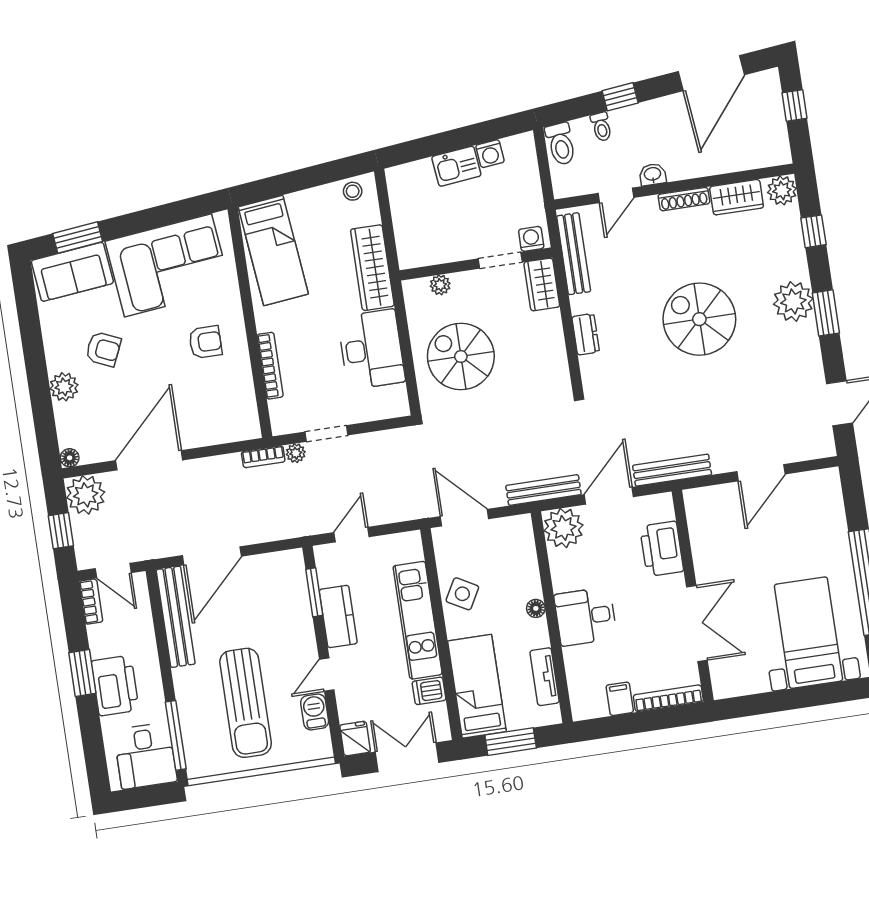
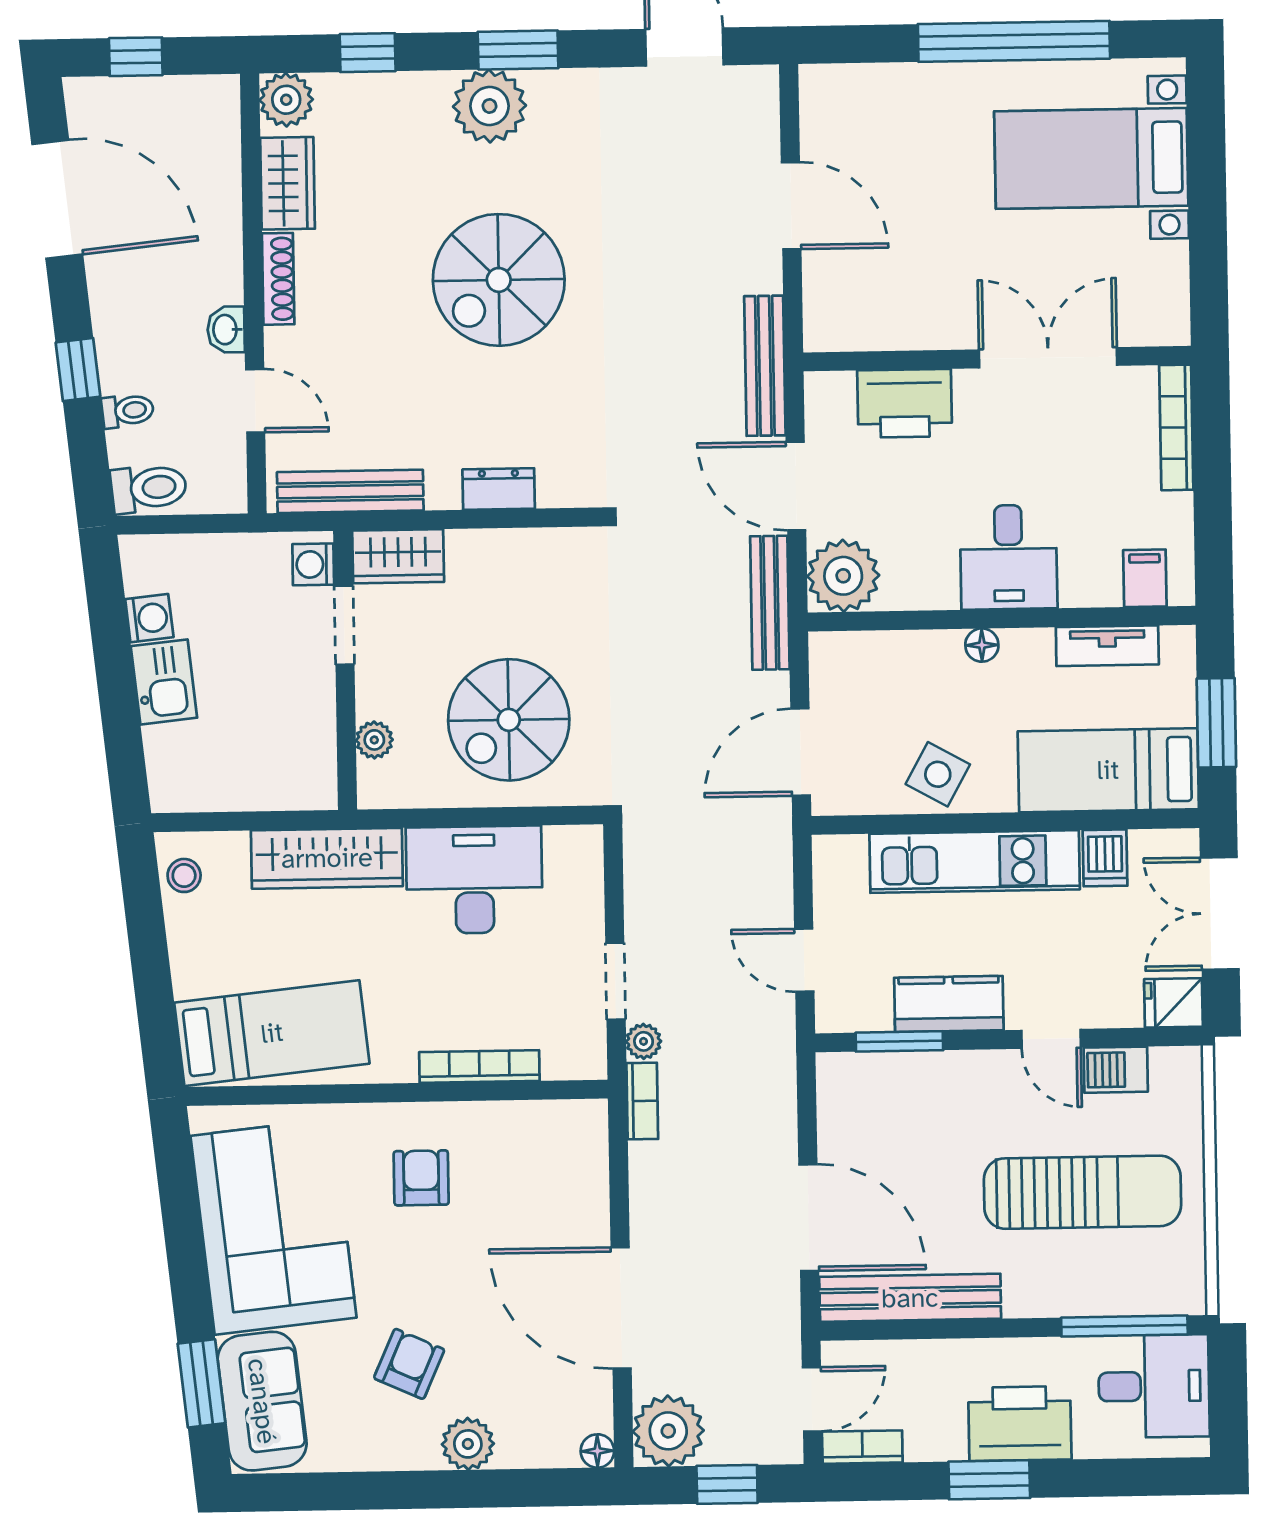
filing cabinet: (620, 699) -> (1145, 578), moved, turned 90

